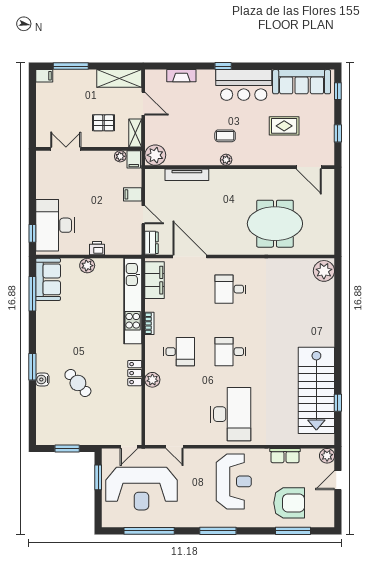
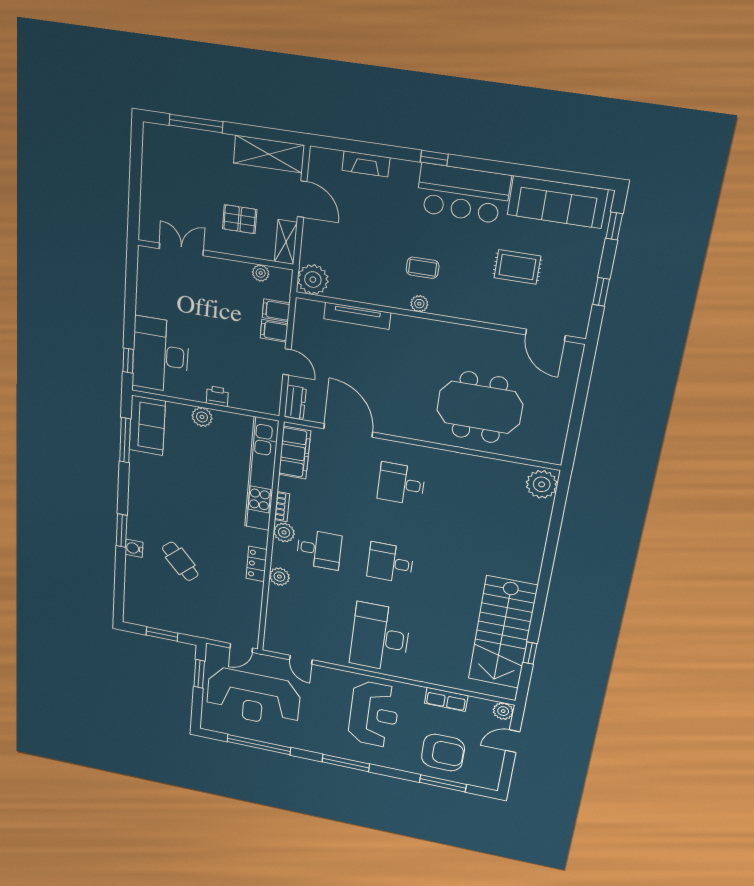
filing cabinet: (44, 76) -> (155, 133), removed
filing cabinet: (134, 159) -> (276, 310), moved, turned 90
plant: (153, 343) -> (284, 532), added
desk: (231, 414) -> (380, 637), turned 180

